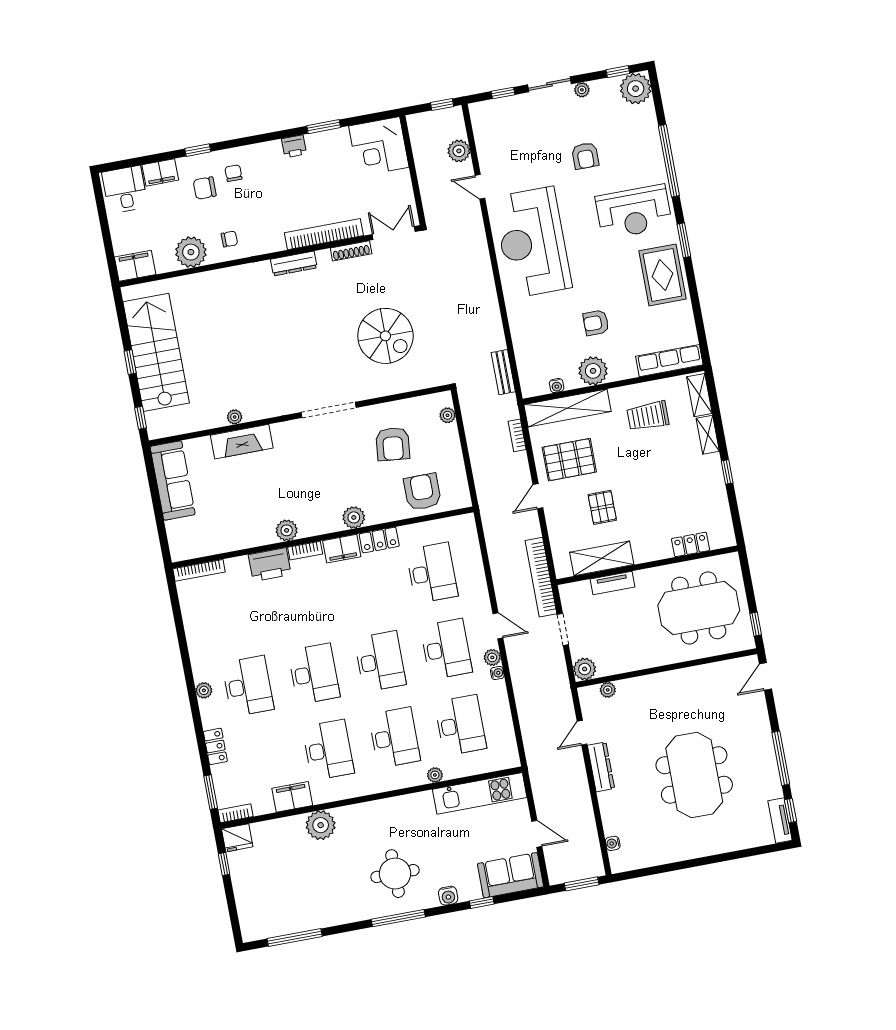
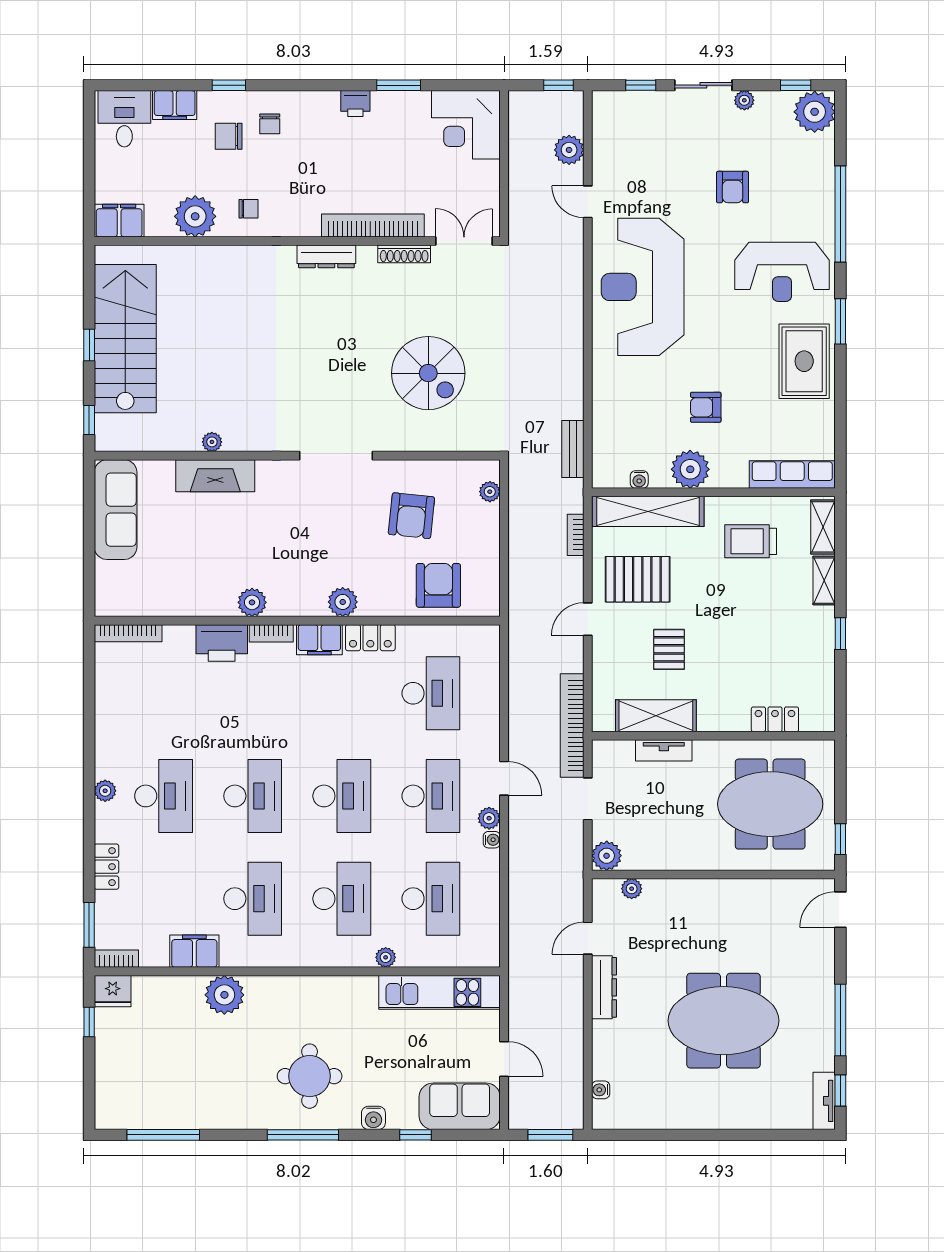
chair: (233, 173) -> (270, 124), turned 180
meeting table: (694, 775) -> (724, 1021), turned 90

